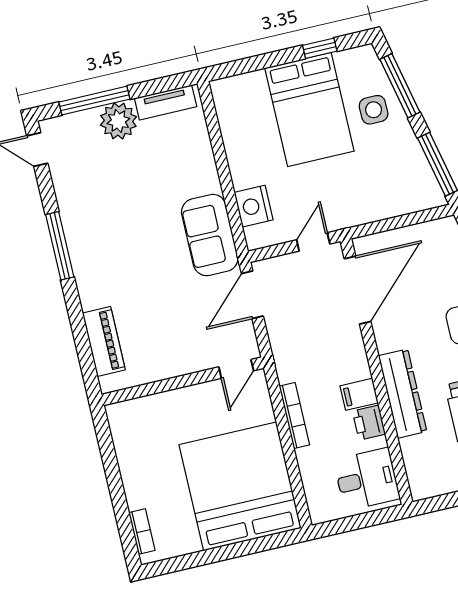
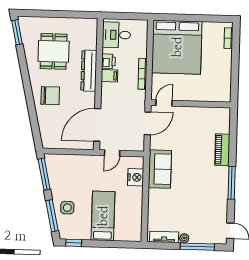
window: (320, 48) -> (74, 243), moved
bed: (309, 110) -> (103, 216), width x0.67
plant: (118, 121) -> (184, 238), width x0.53, depth x0.53
door: (252, 295) -> (148, 123), moved
piano: (104, 341) -> (222, 150), moved

